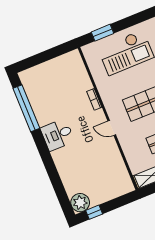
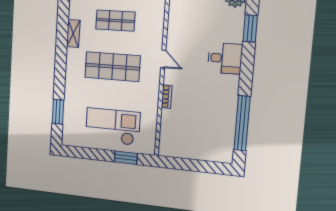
desk: (57, 135) -> (225, 58), moved
window: (57, 184) -> (250, 28), added

